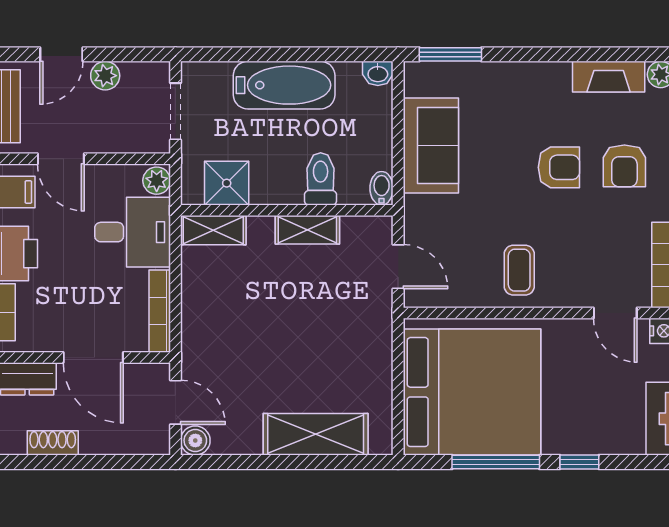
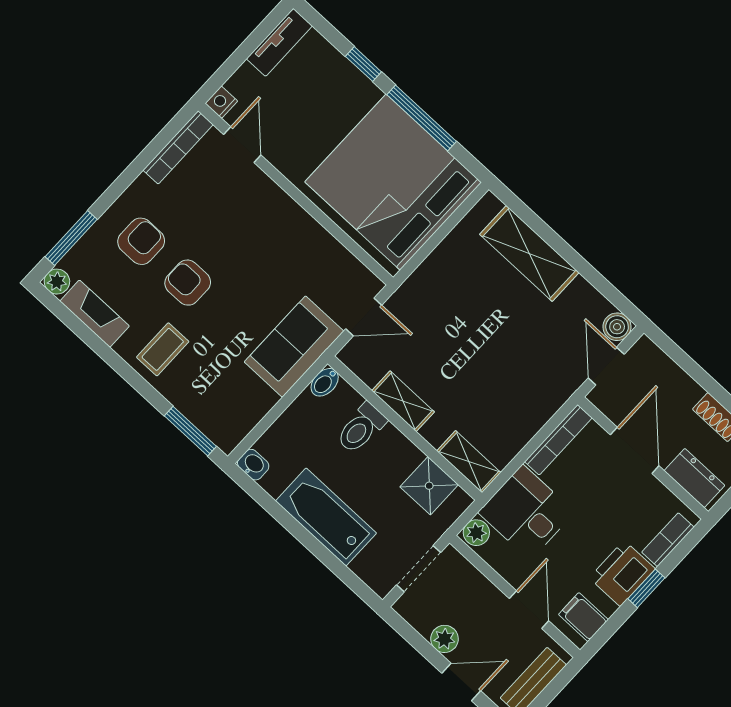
sofa: (431, 146) -> (294, 347), moved
door: (398, 267) -> (364, 317), swing flipped
coffee table: (519, 270) -> (163, 349), moved

